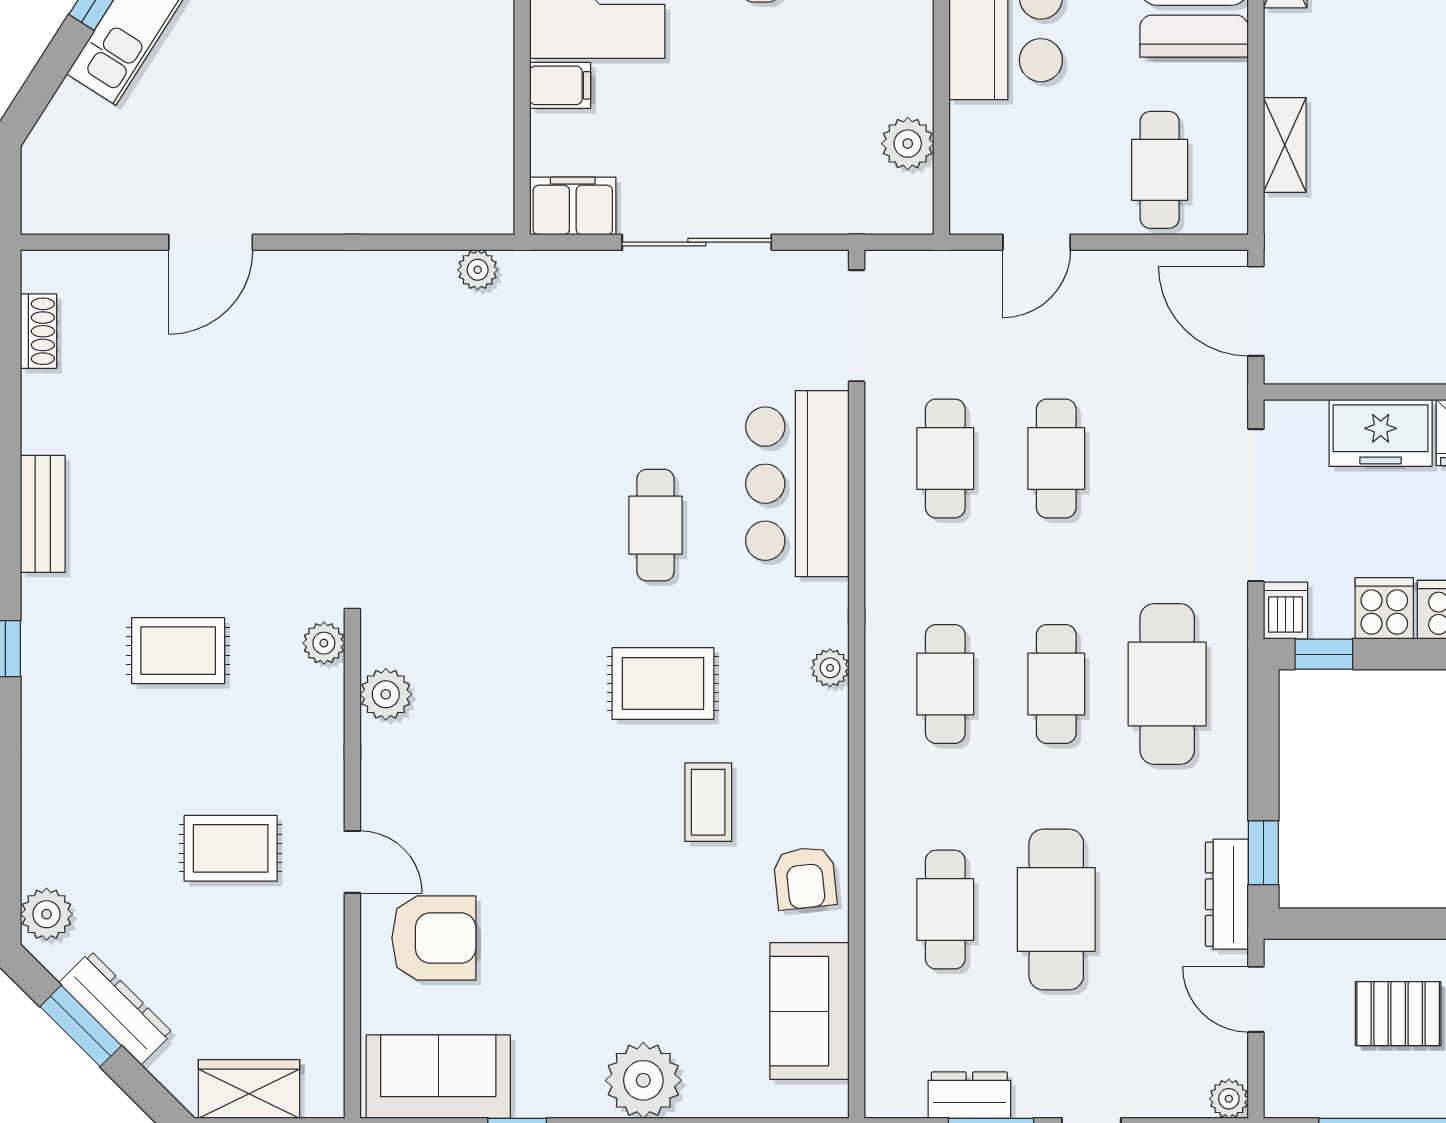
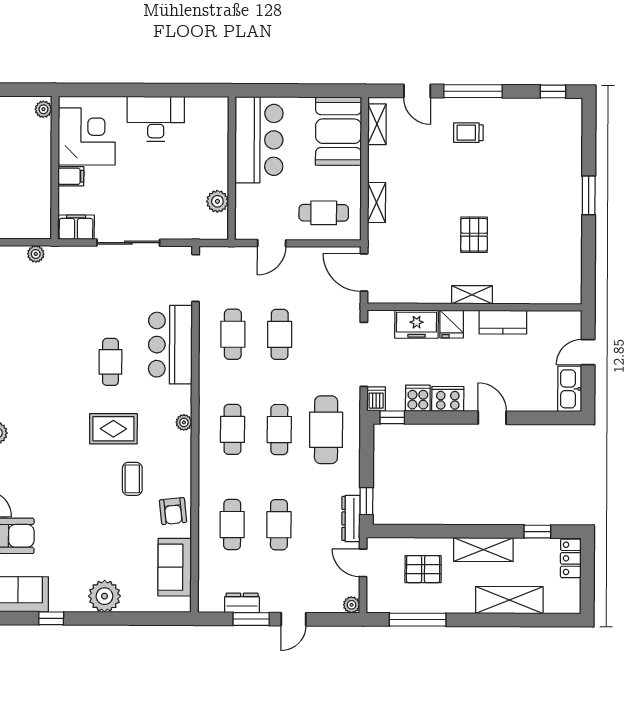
cafe table: (1160, 170) -> (324, 213), turned 90
cafe table: (1056, 910) -> (279, 525), width x0.73, depth x0.74

